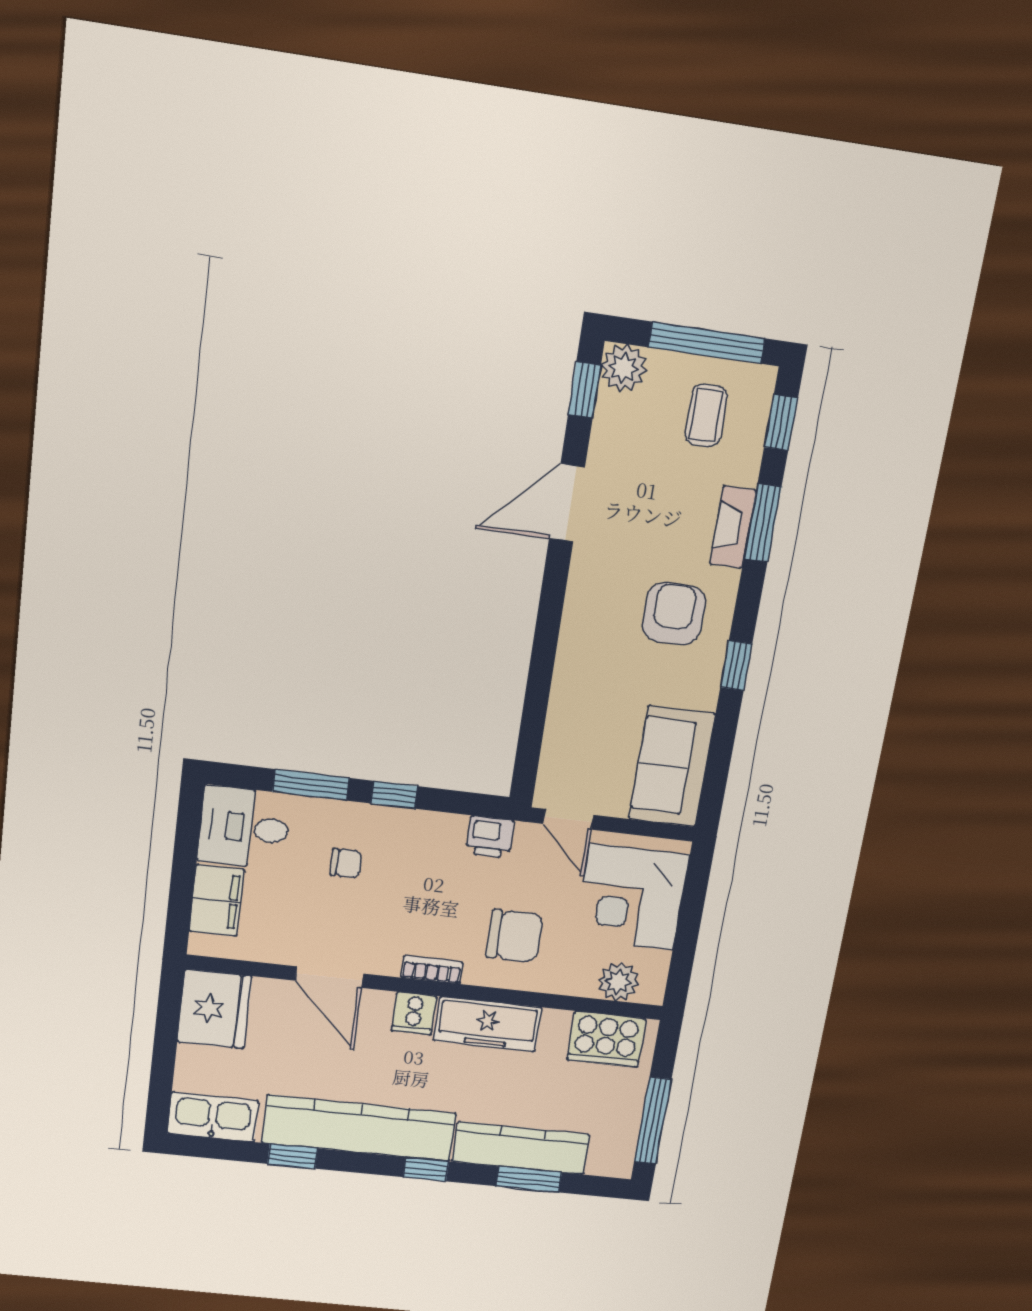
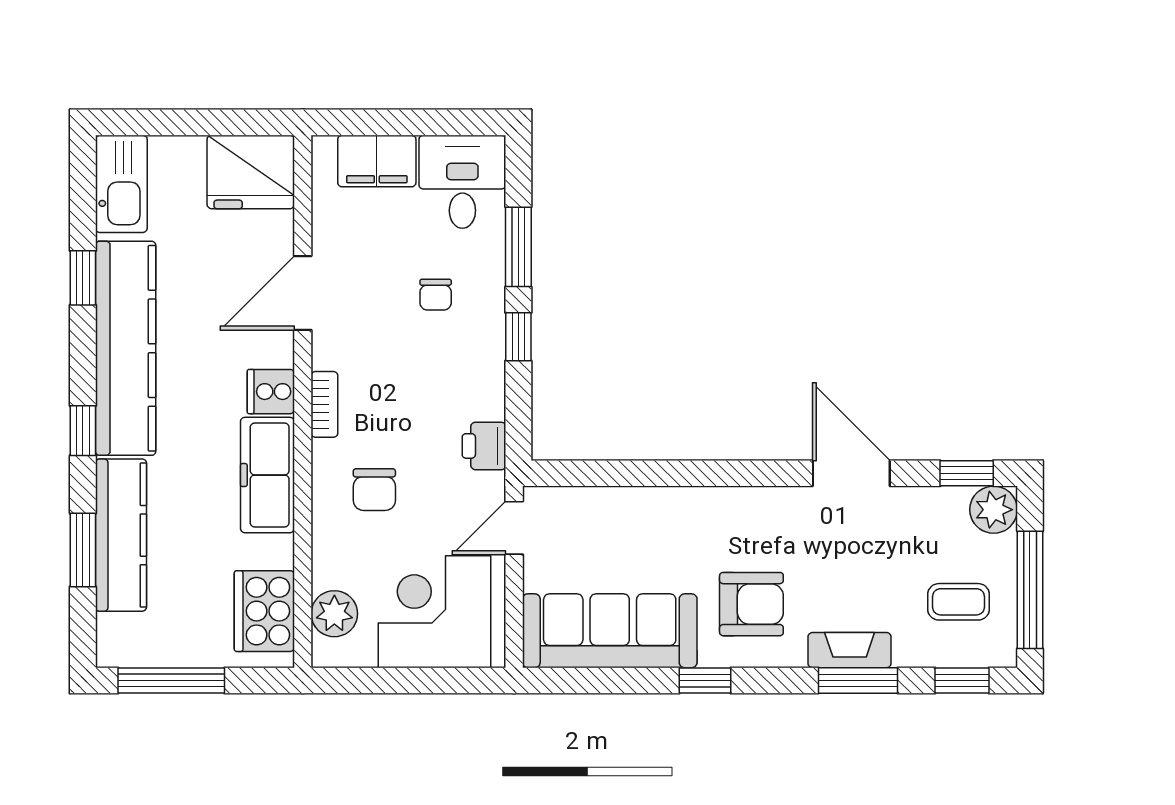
sofa: (672, 767) -> (610, 631), width x1.36
chair: (514, 936) -> (374, 490), width x0.73, depth x0.73

